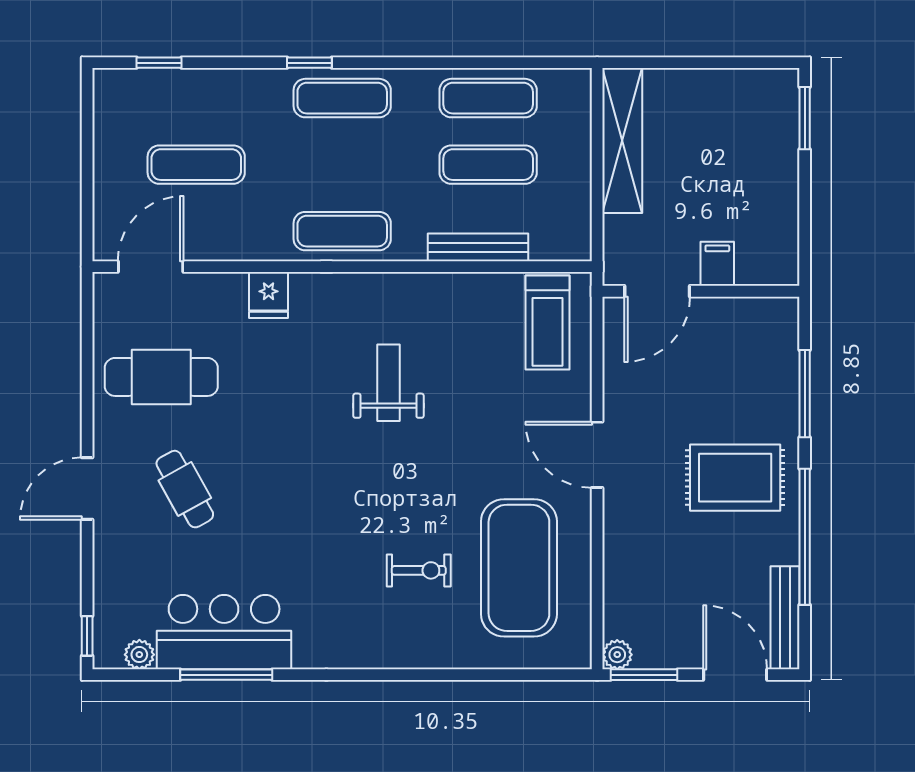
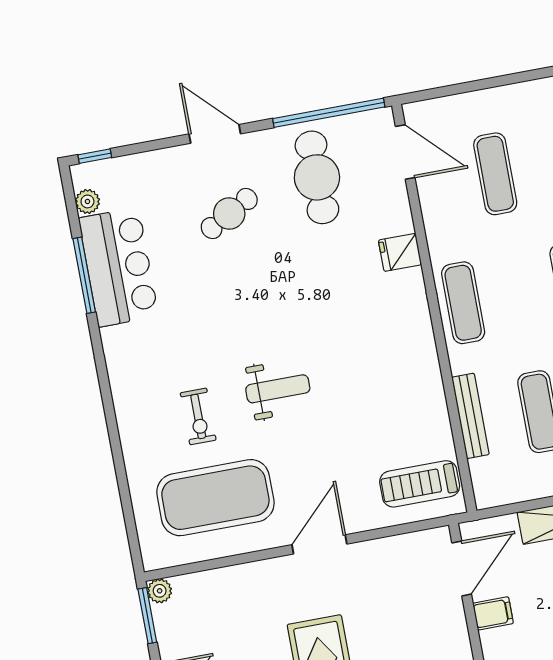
door: (657, 291) -> (462, 568), swing flipped
window: (87, 349) -> (329, 113), added
weight bench: (388, 383) -> (278, 389), moved

